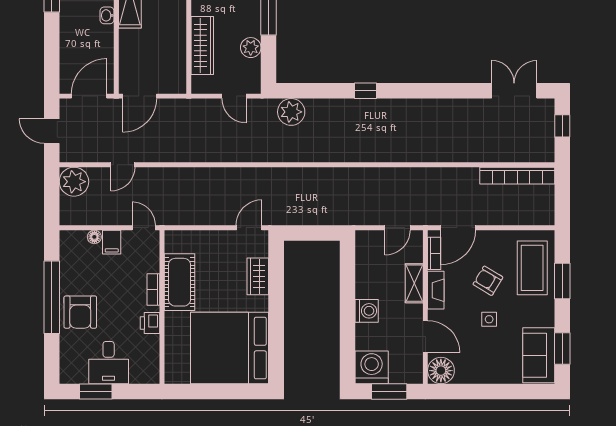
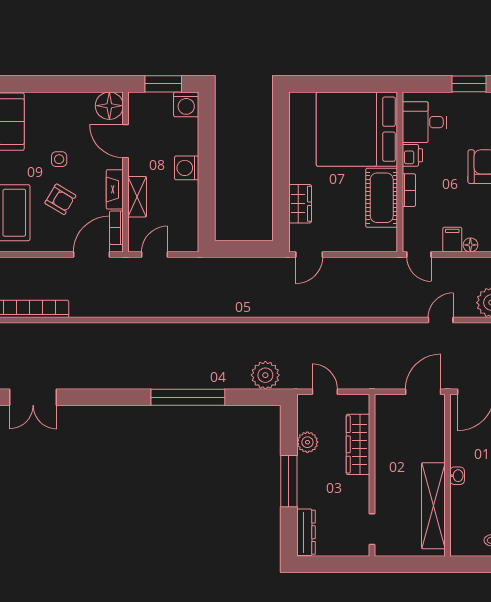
window: (366, 91) -> (188, 397), width x3.17
bed: (230, 348) -> (357, 129), moved, turned 180
desk: (109, 363) -> (424, 122), moved, turned -90
washing machine: (372, 367) -> (186, 104), width x0.73, depth x0.73

